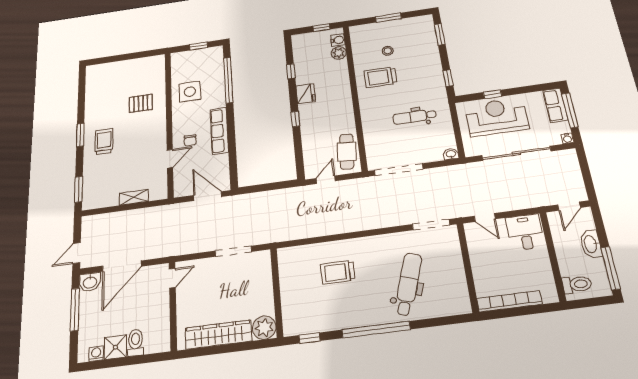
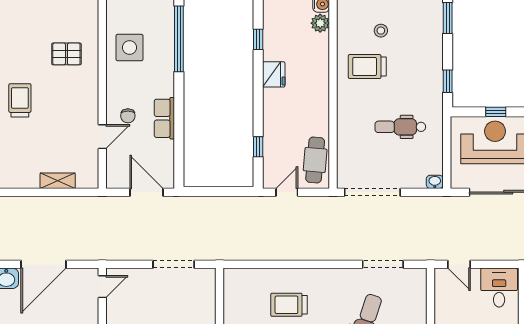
window: (295, 119) -> (258, 147), moved
row of seats: (219, 131) -> (164, 118), width x0.68
doorway: (431, 225) -> (383, 264), moved

